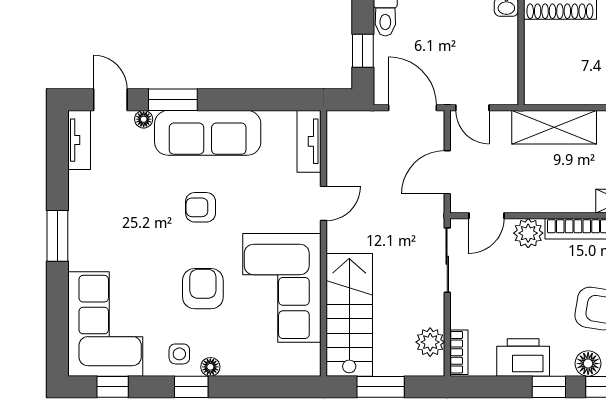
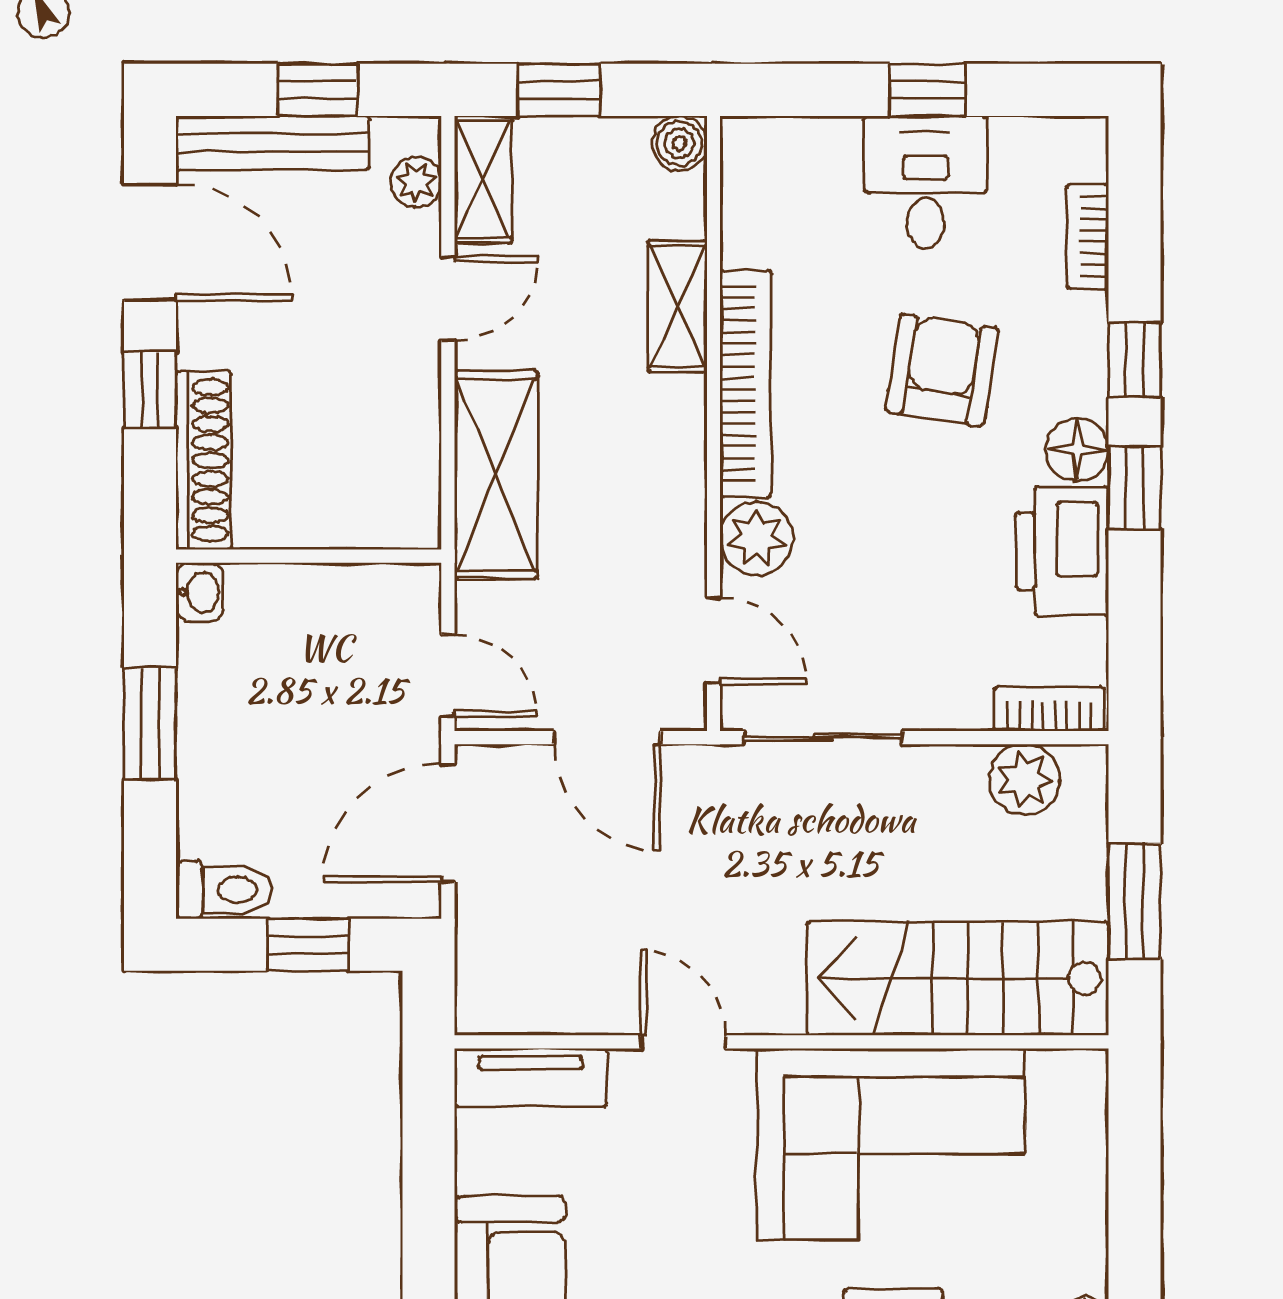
door: (472, 108) -> (448, 676), hinge flipped
floor lamp: (588, 364) -> (1077, 450), moved

